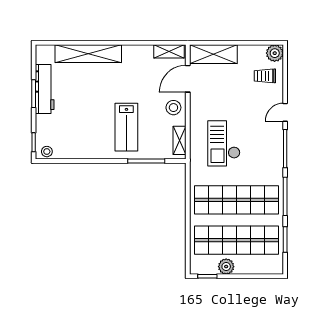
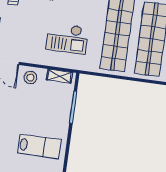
lab bench: (126, 127) -> (39, 146), moved

